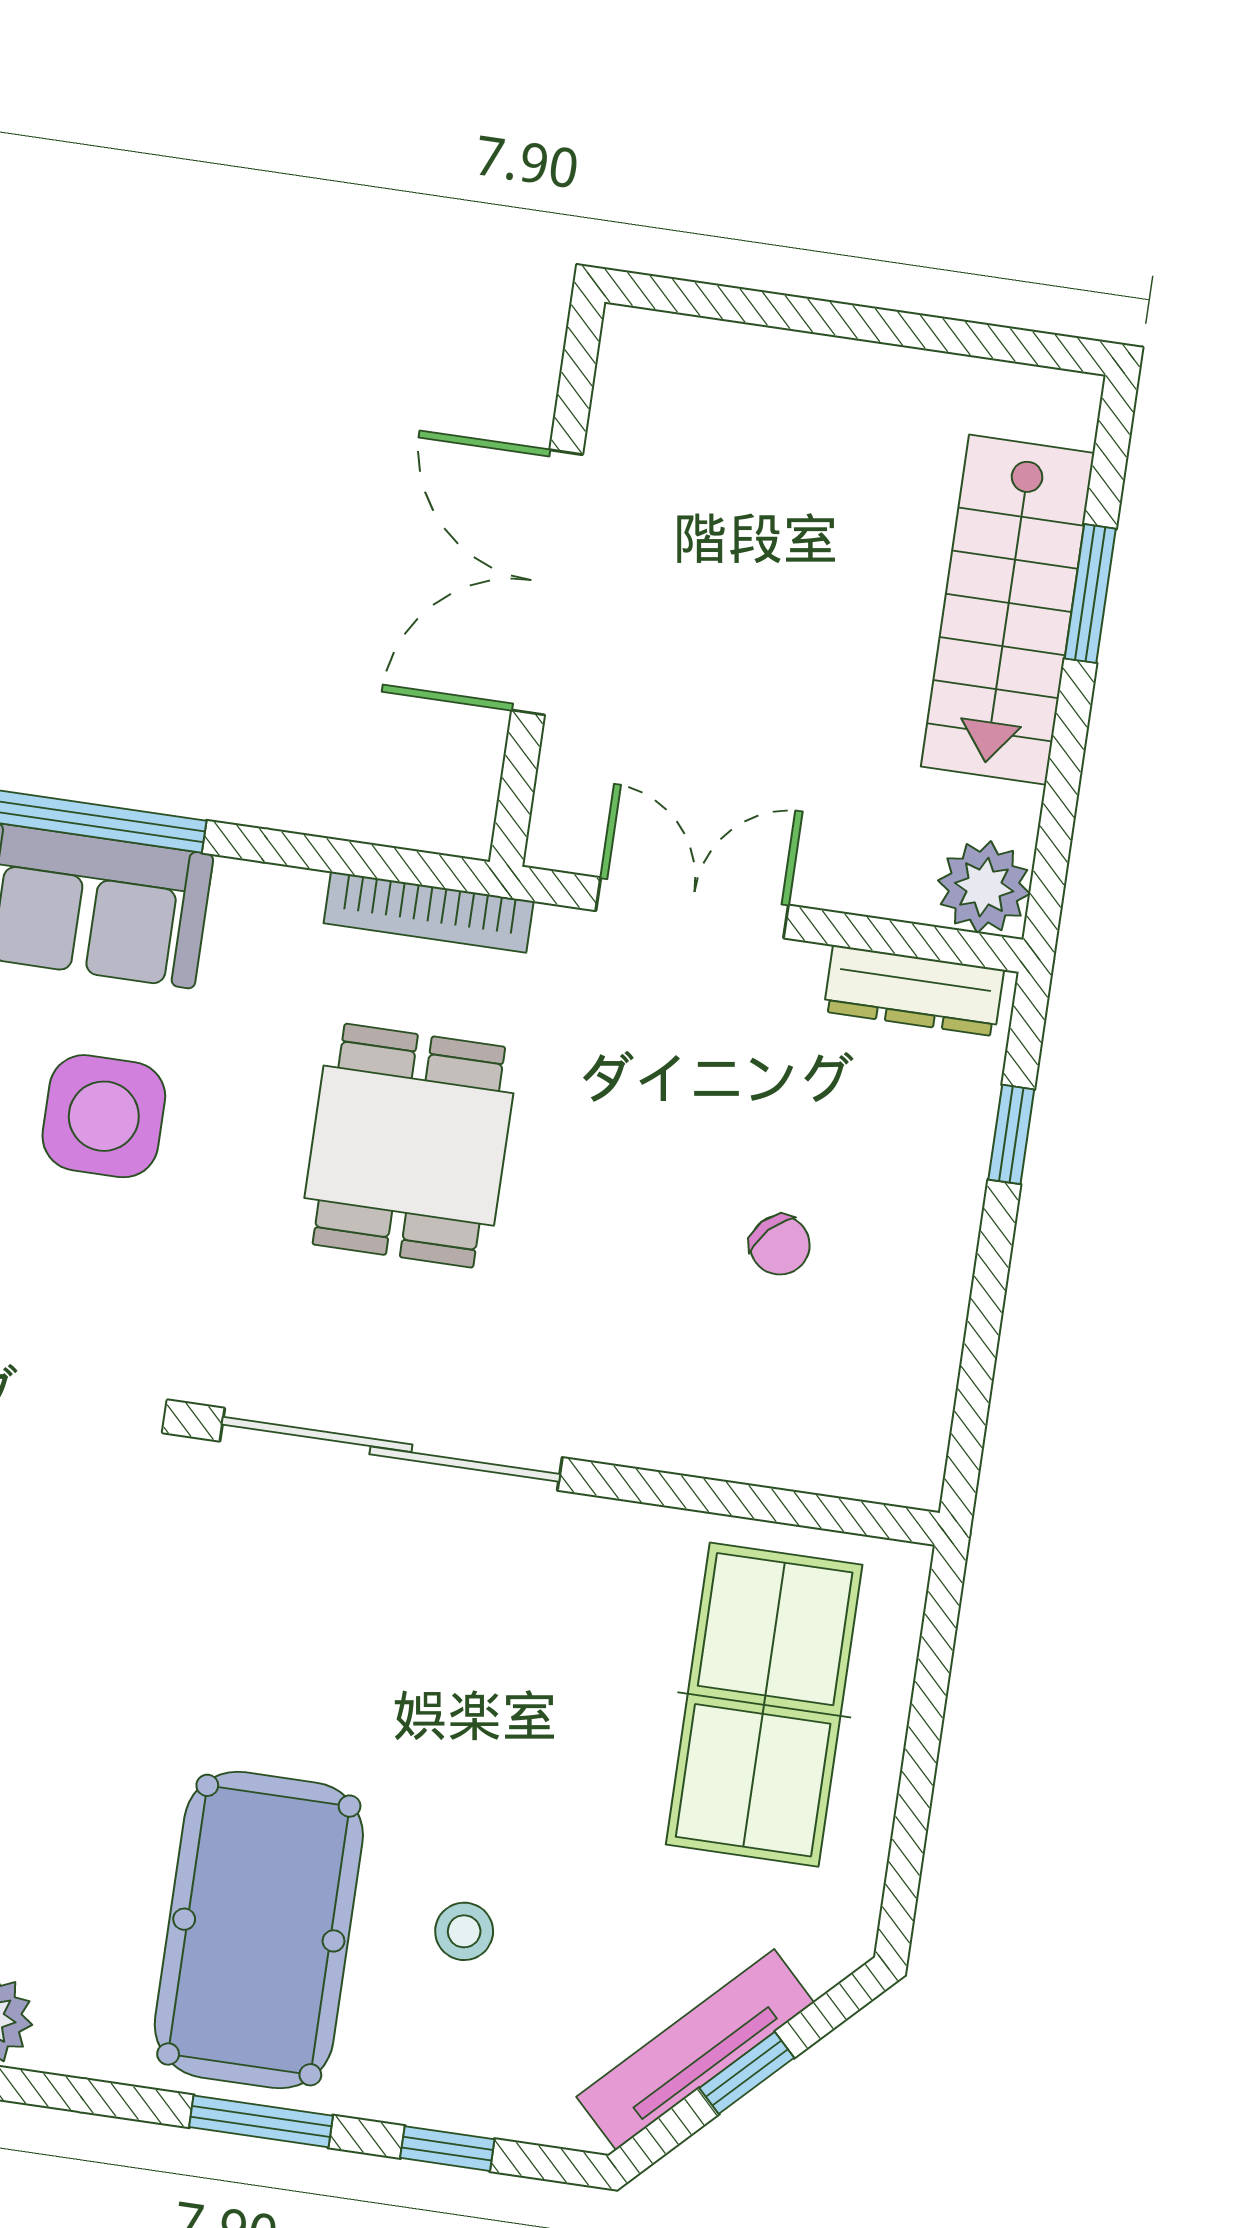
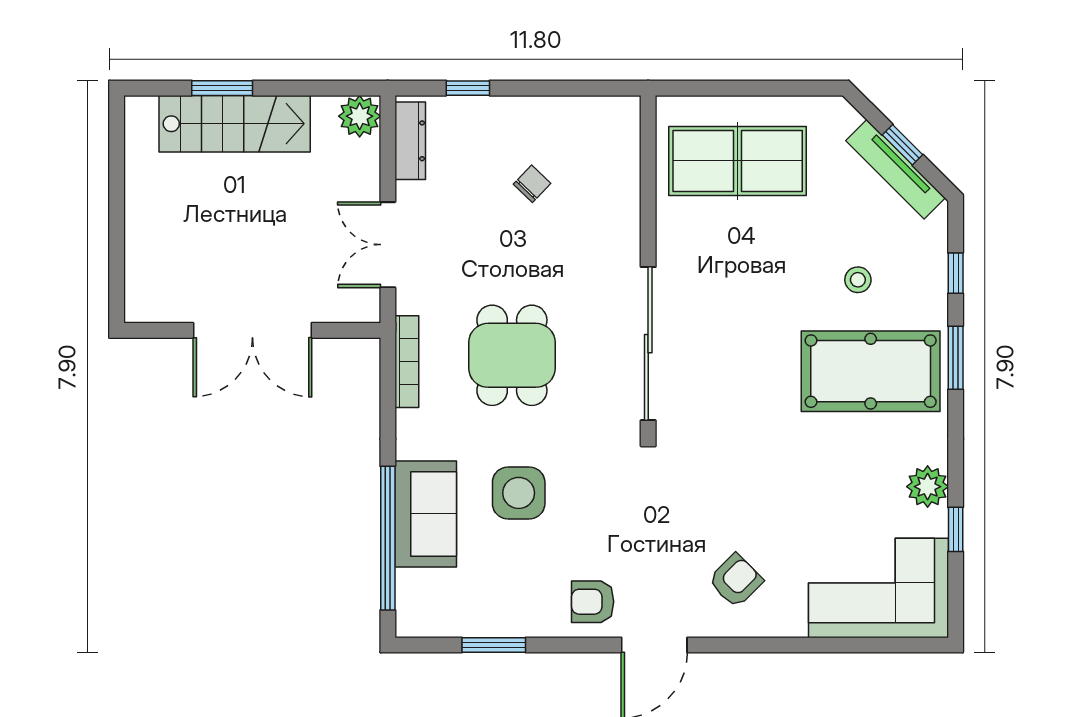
dining table: (409, 1146) -> (512, 355), turned 90

